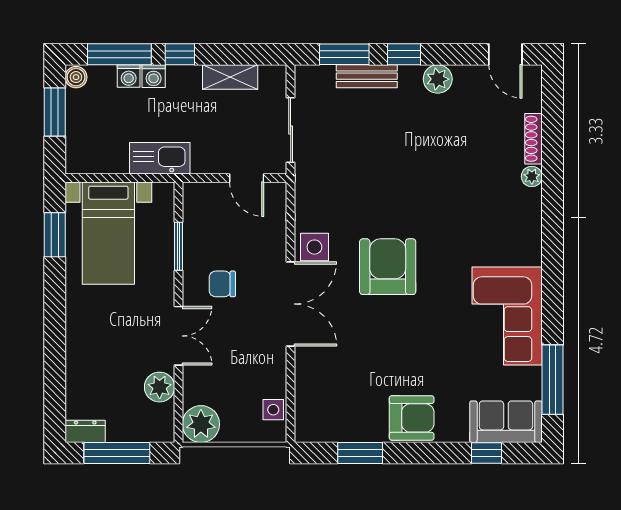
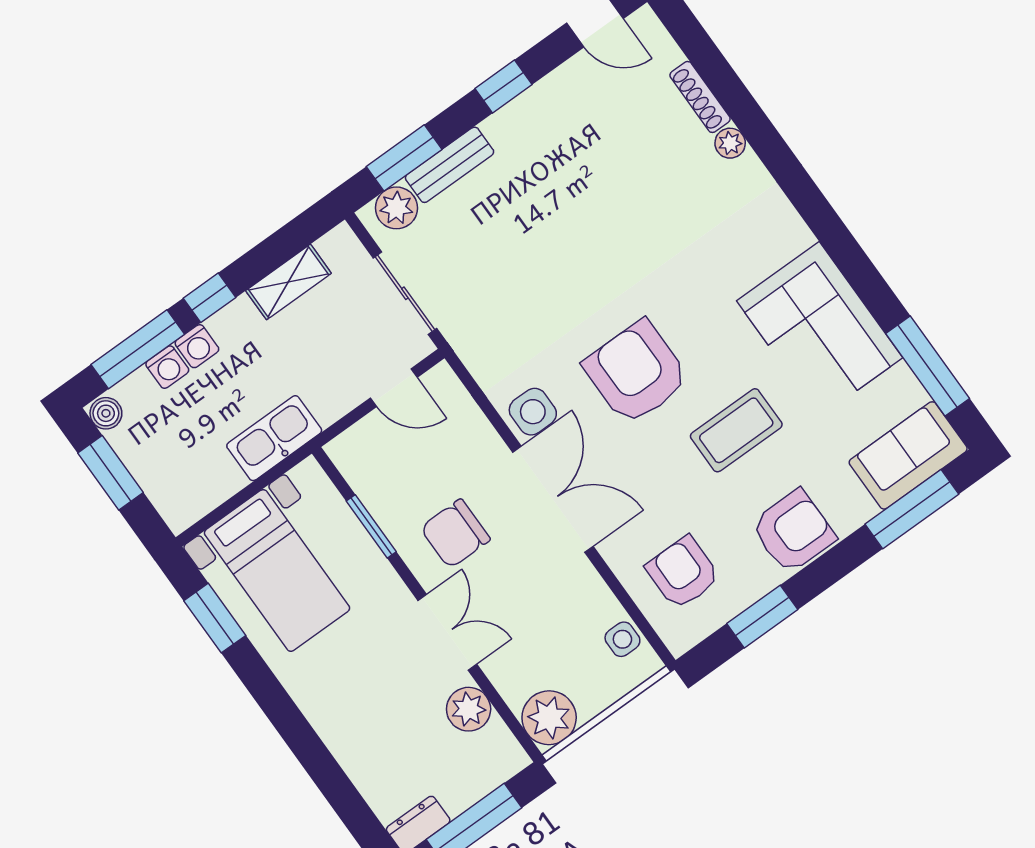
window: (404, 54) -> (503, 87), moved
plant: (438, 79) -> (396, 208), moved
chair: (222, 284) -> (455, 534), width x1.37, depth x1.37
coffee table: (420, 339) -> (736, 430), added
armchair: (333, 397) -> (683, 573), added
window: (487, 453) -> (912, 509), width x2.17

